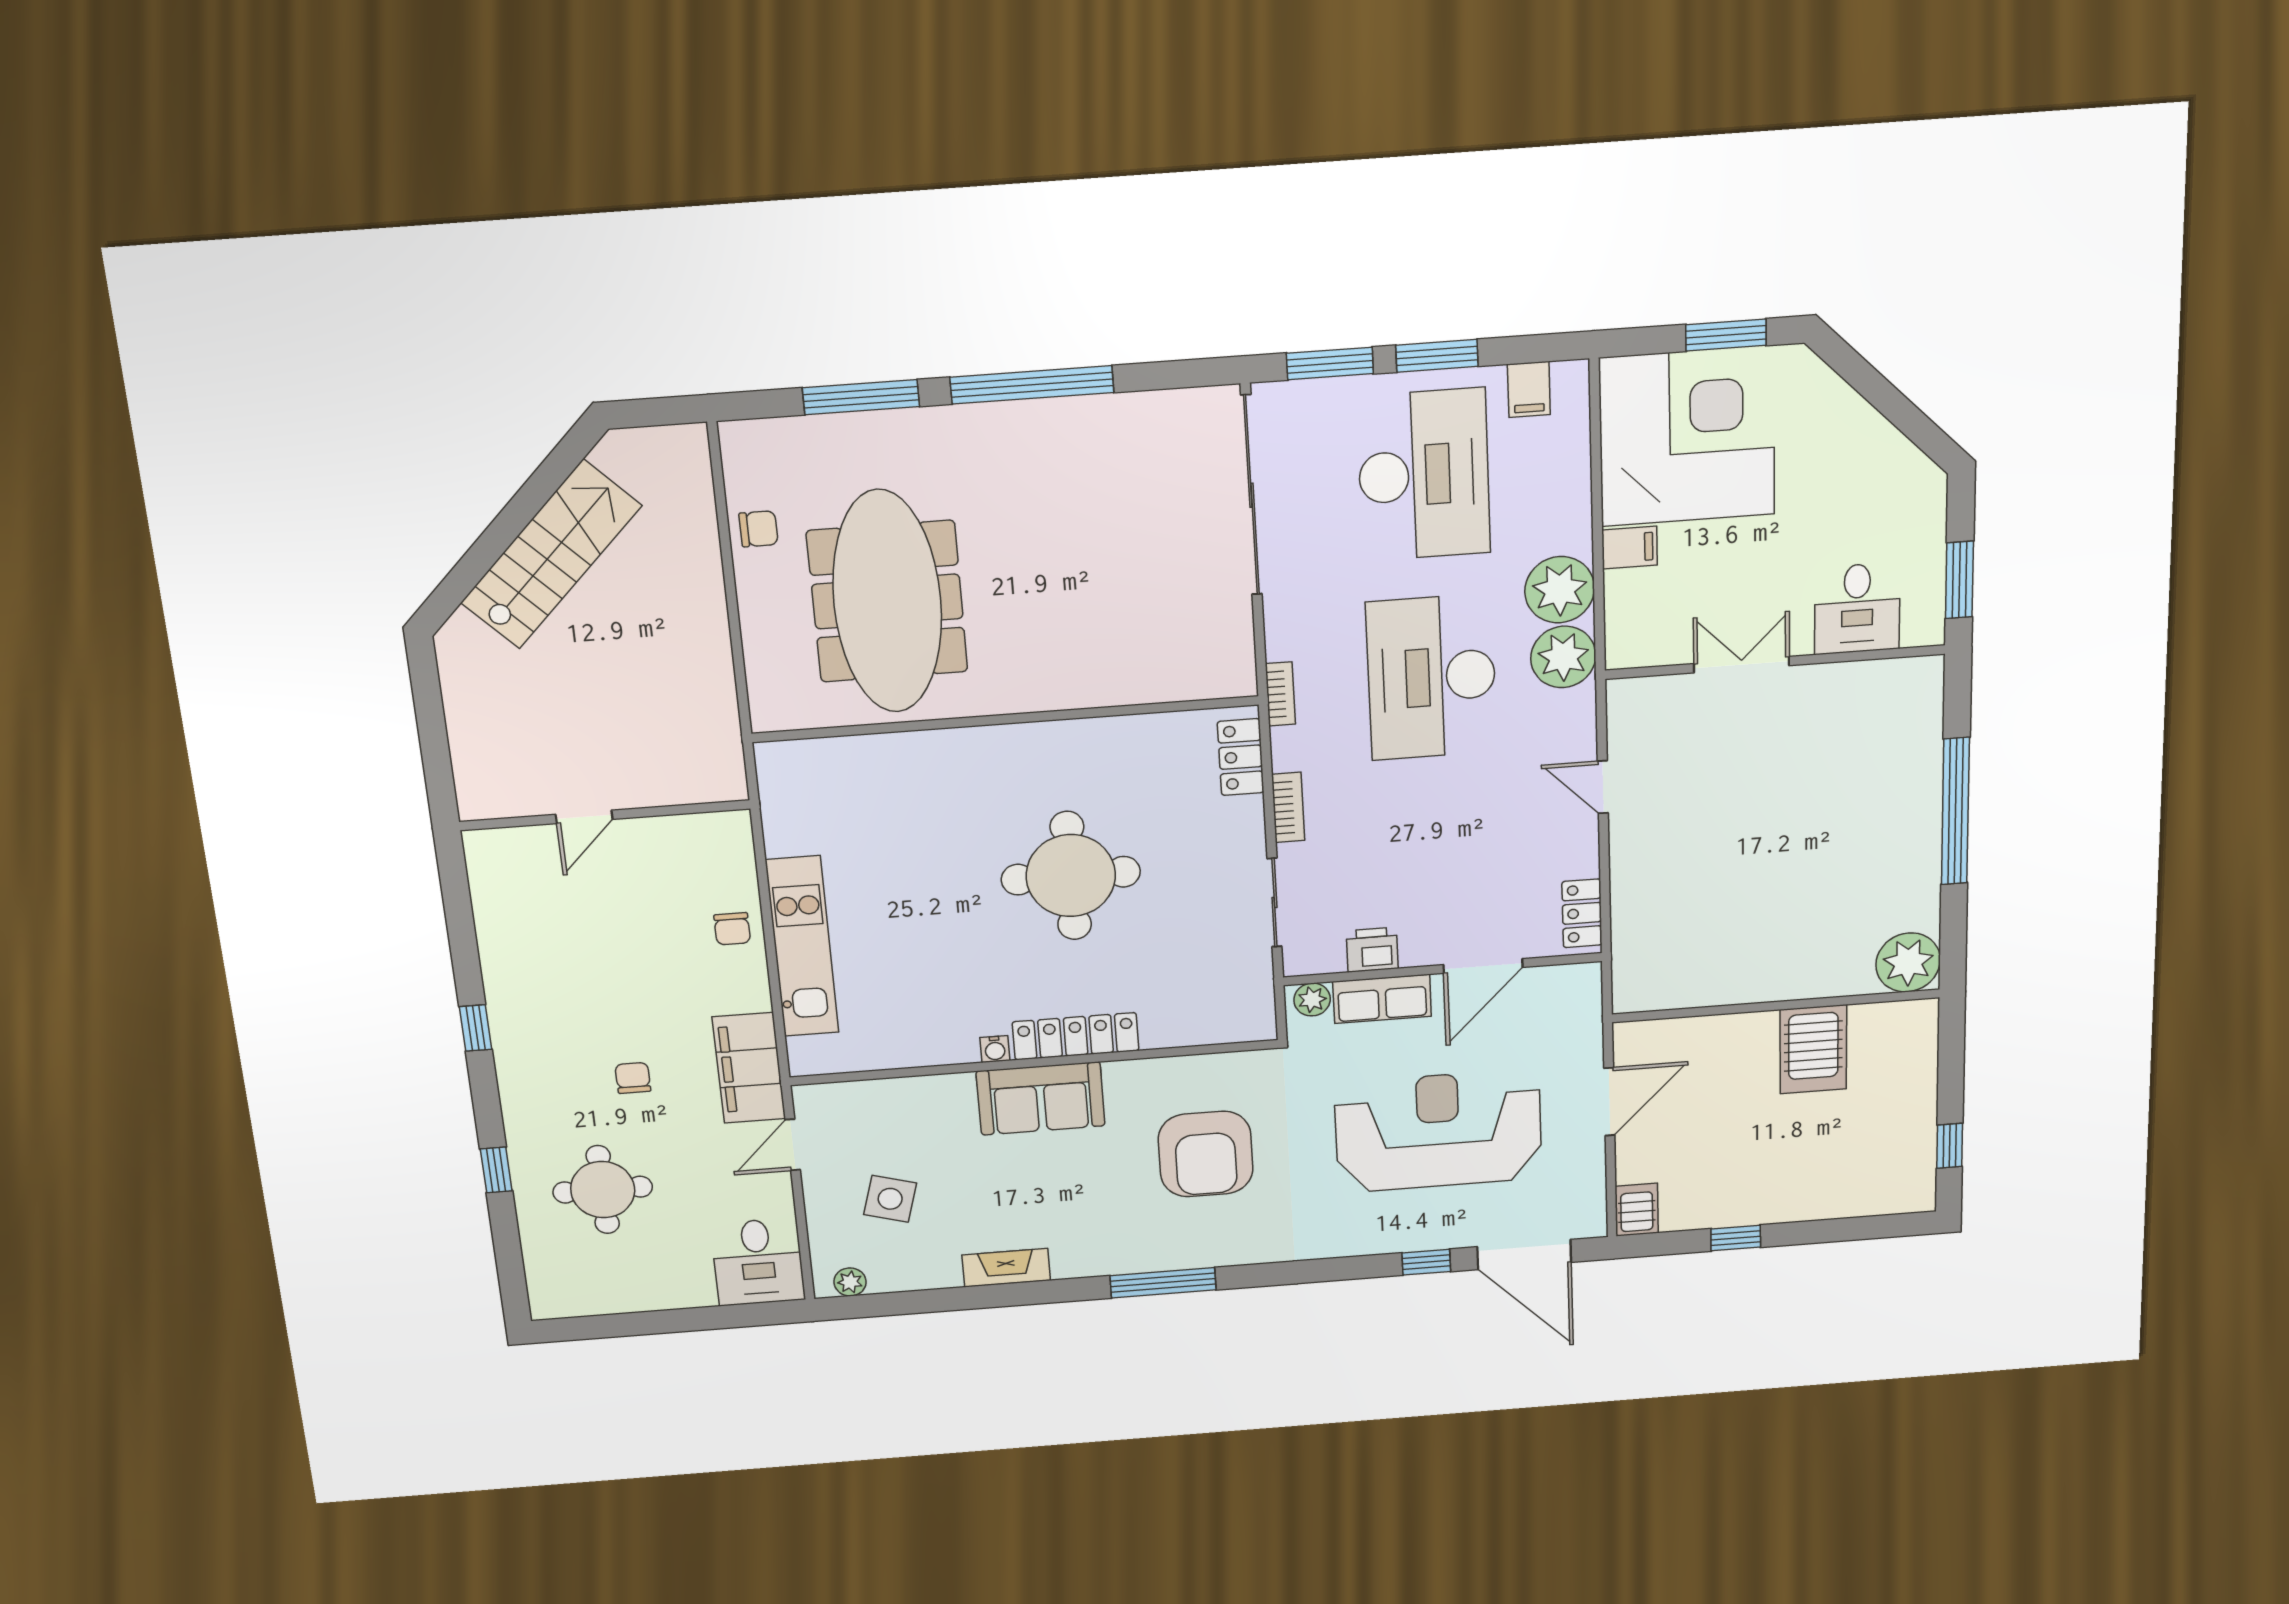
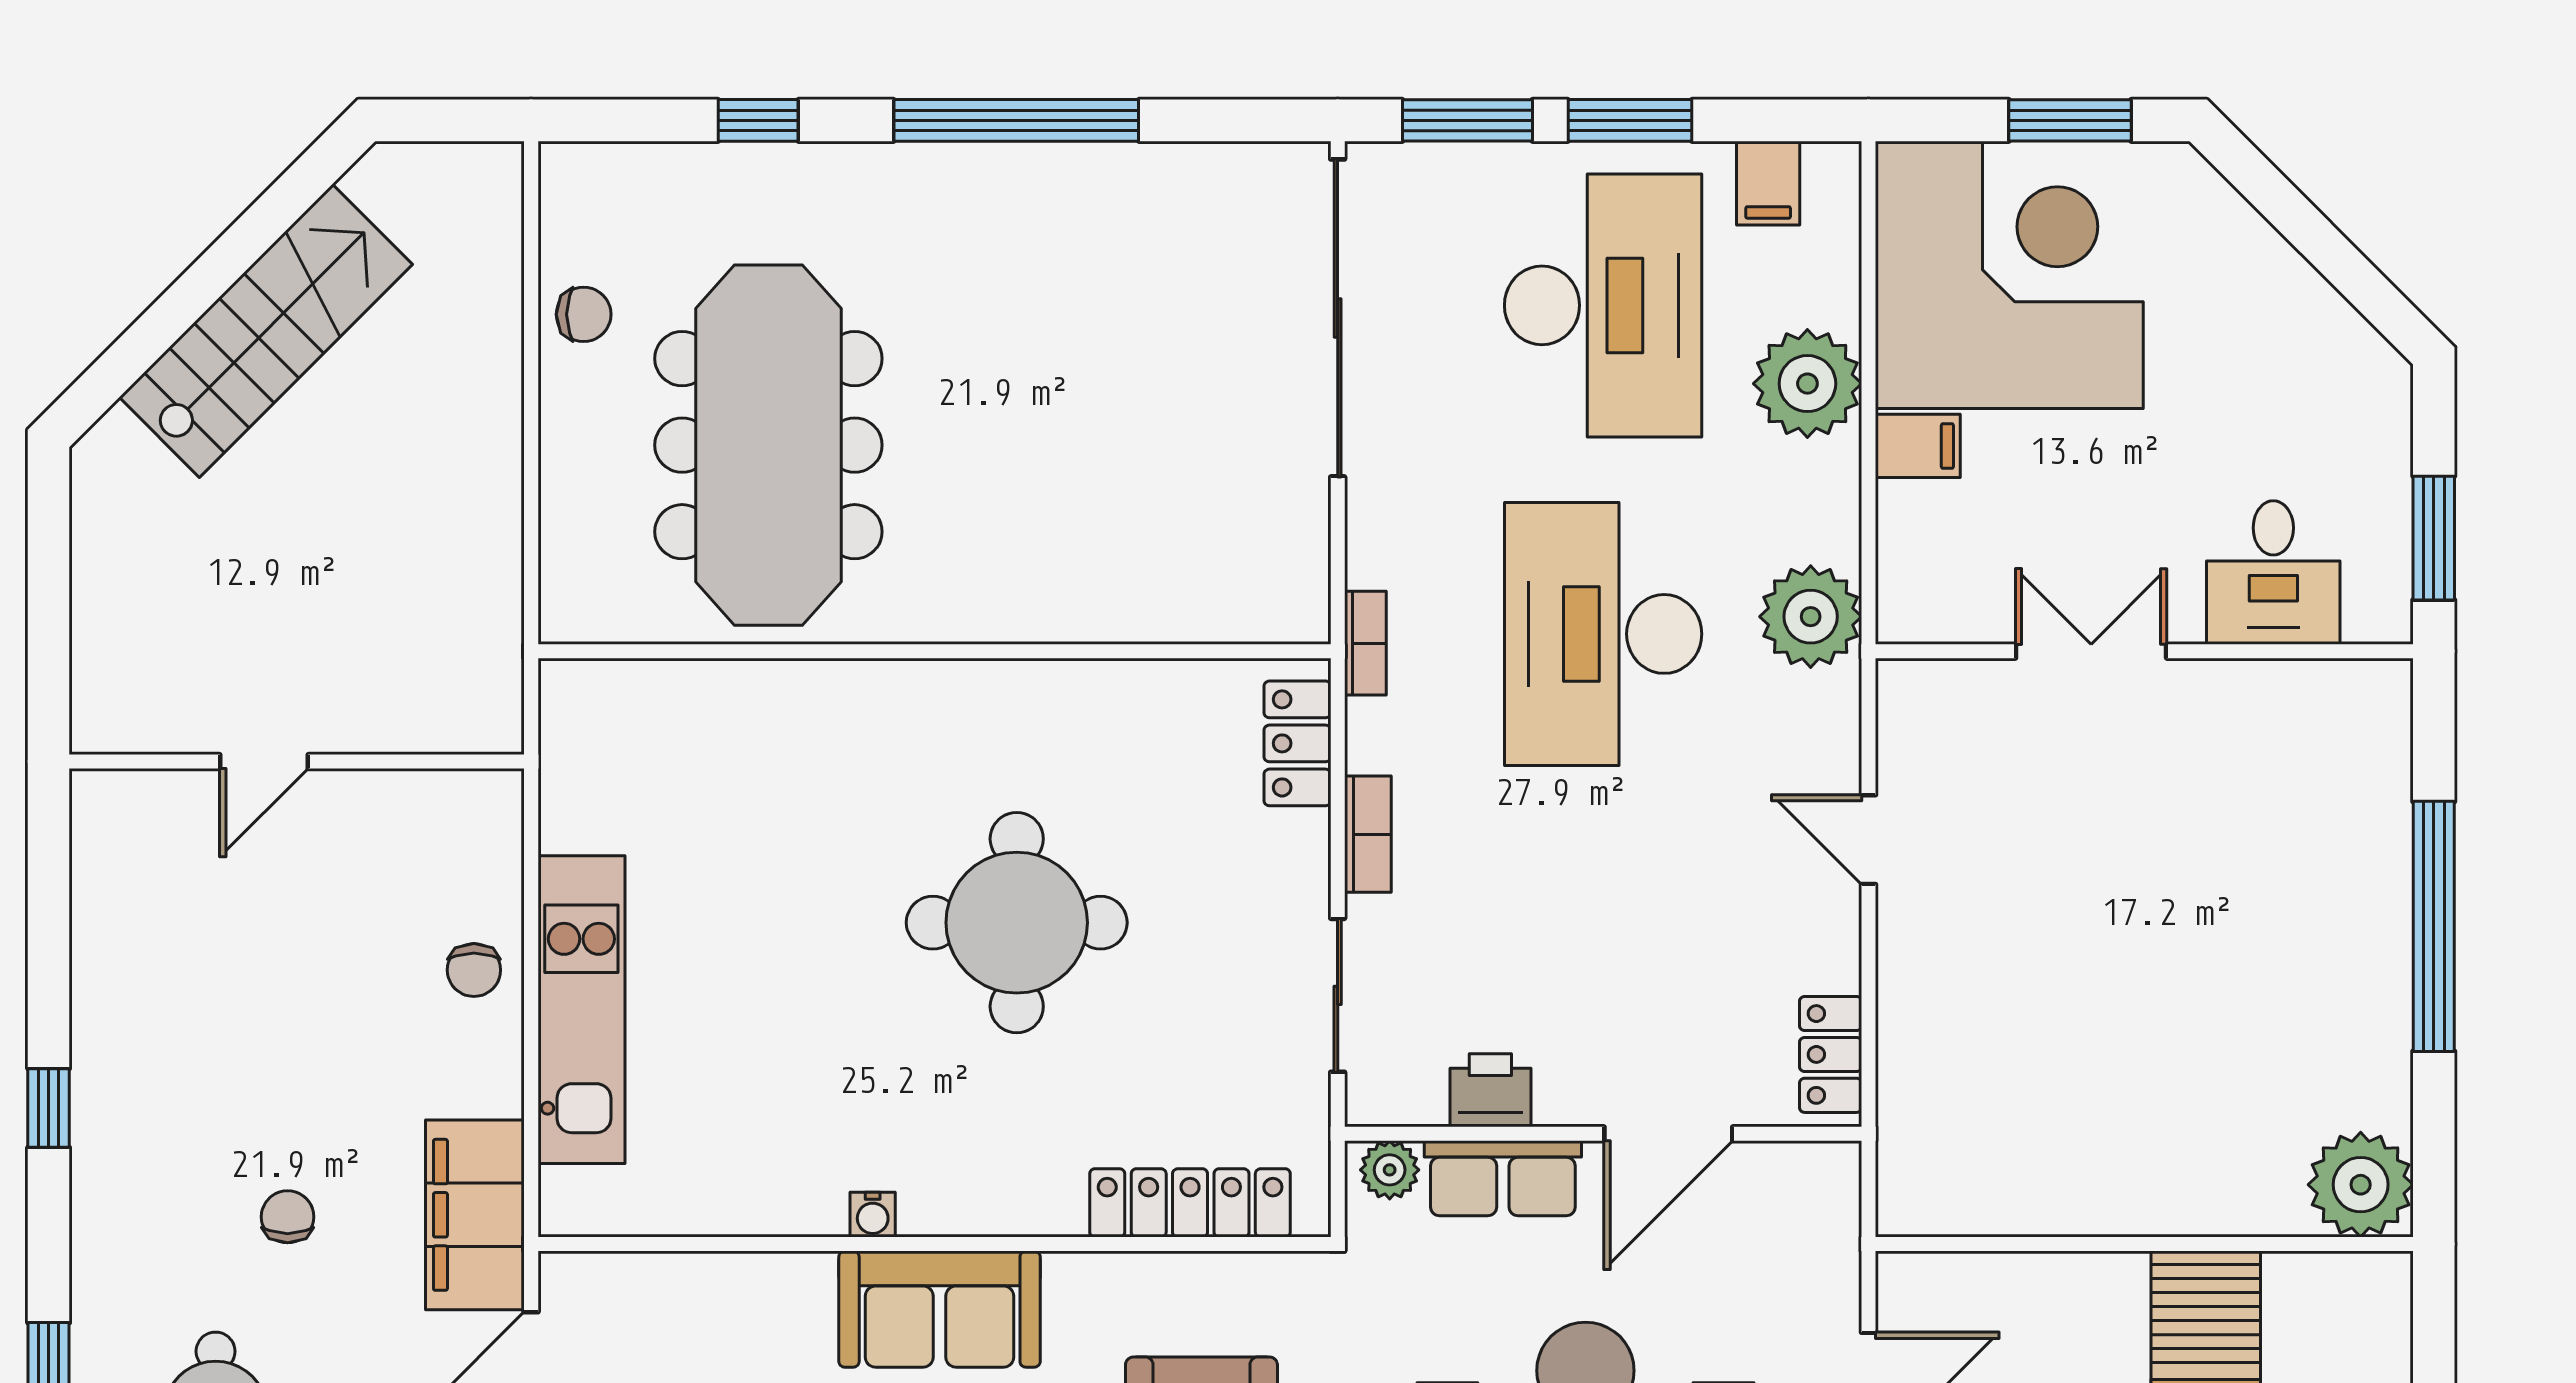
window: (861, 397) -> (758, 120), width x0.46
plant: (1560, 590) -> (1807, 384), moved
locker: (1076, 1036) -> (1190, 1203), moved

